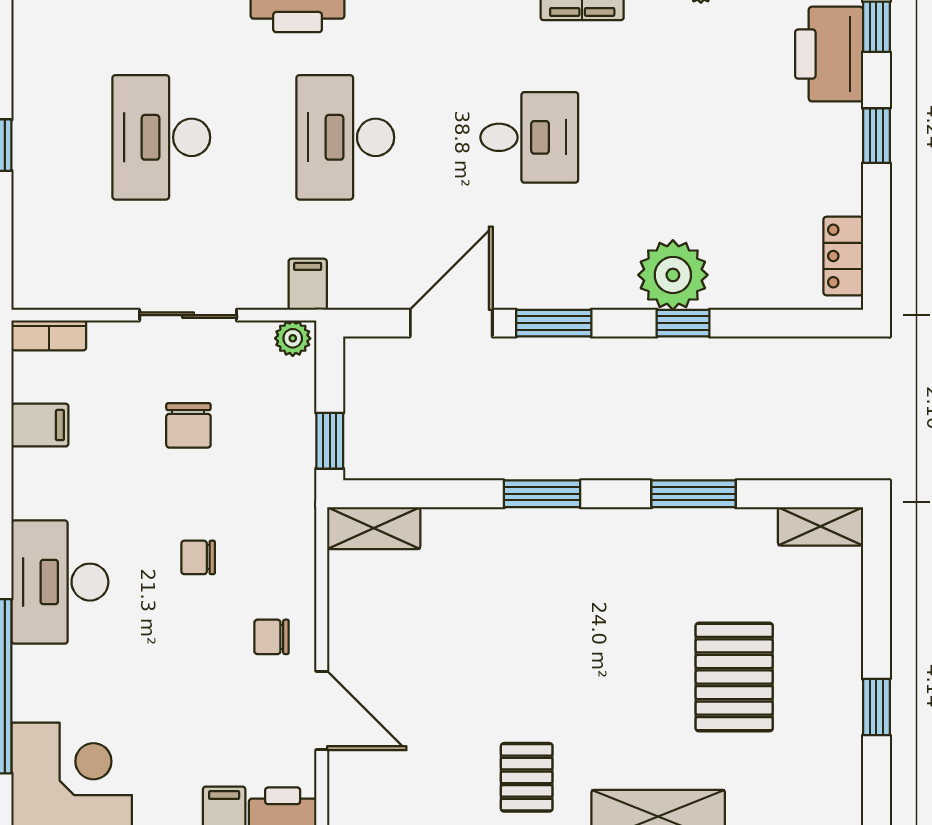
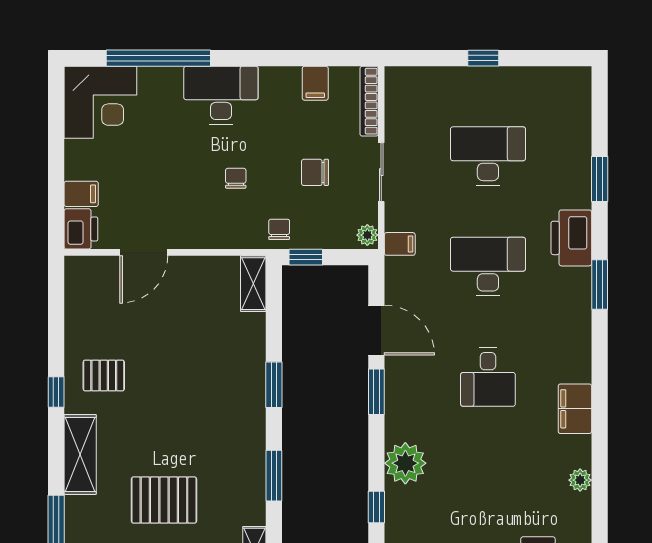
window: (683, 323) -> (376, 507), moved
bookcase: (49, 335) -> (369, 101), width x1.56
chair: (272, 637) -> (279, 229), moved

